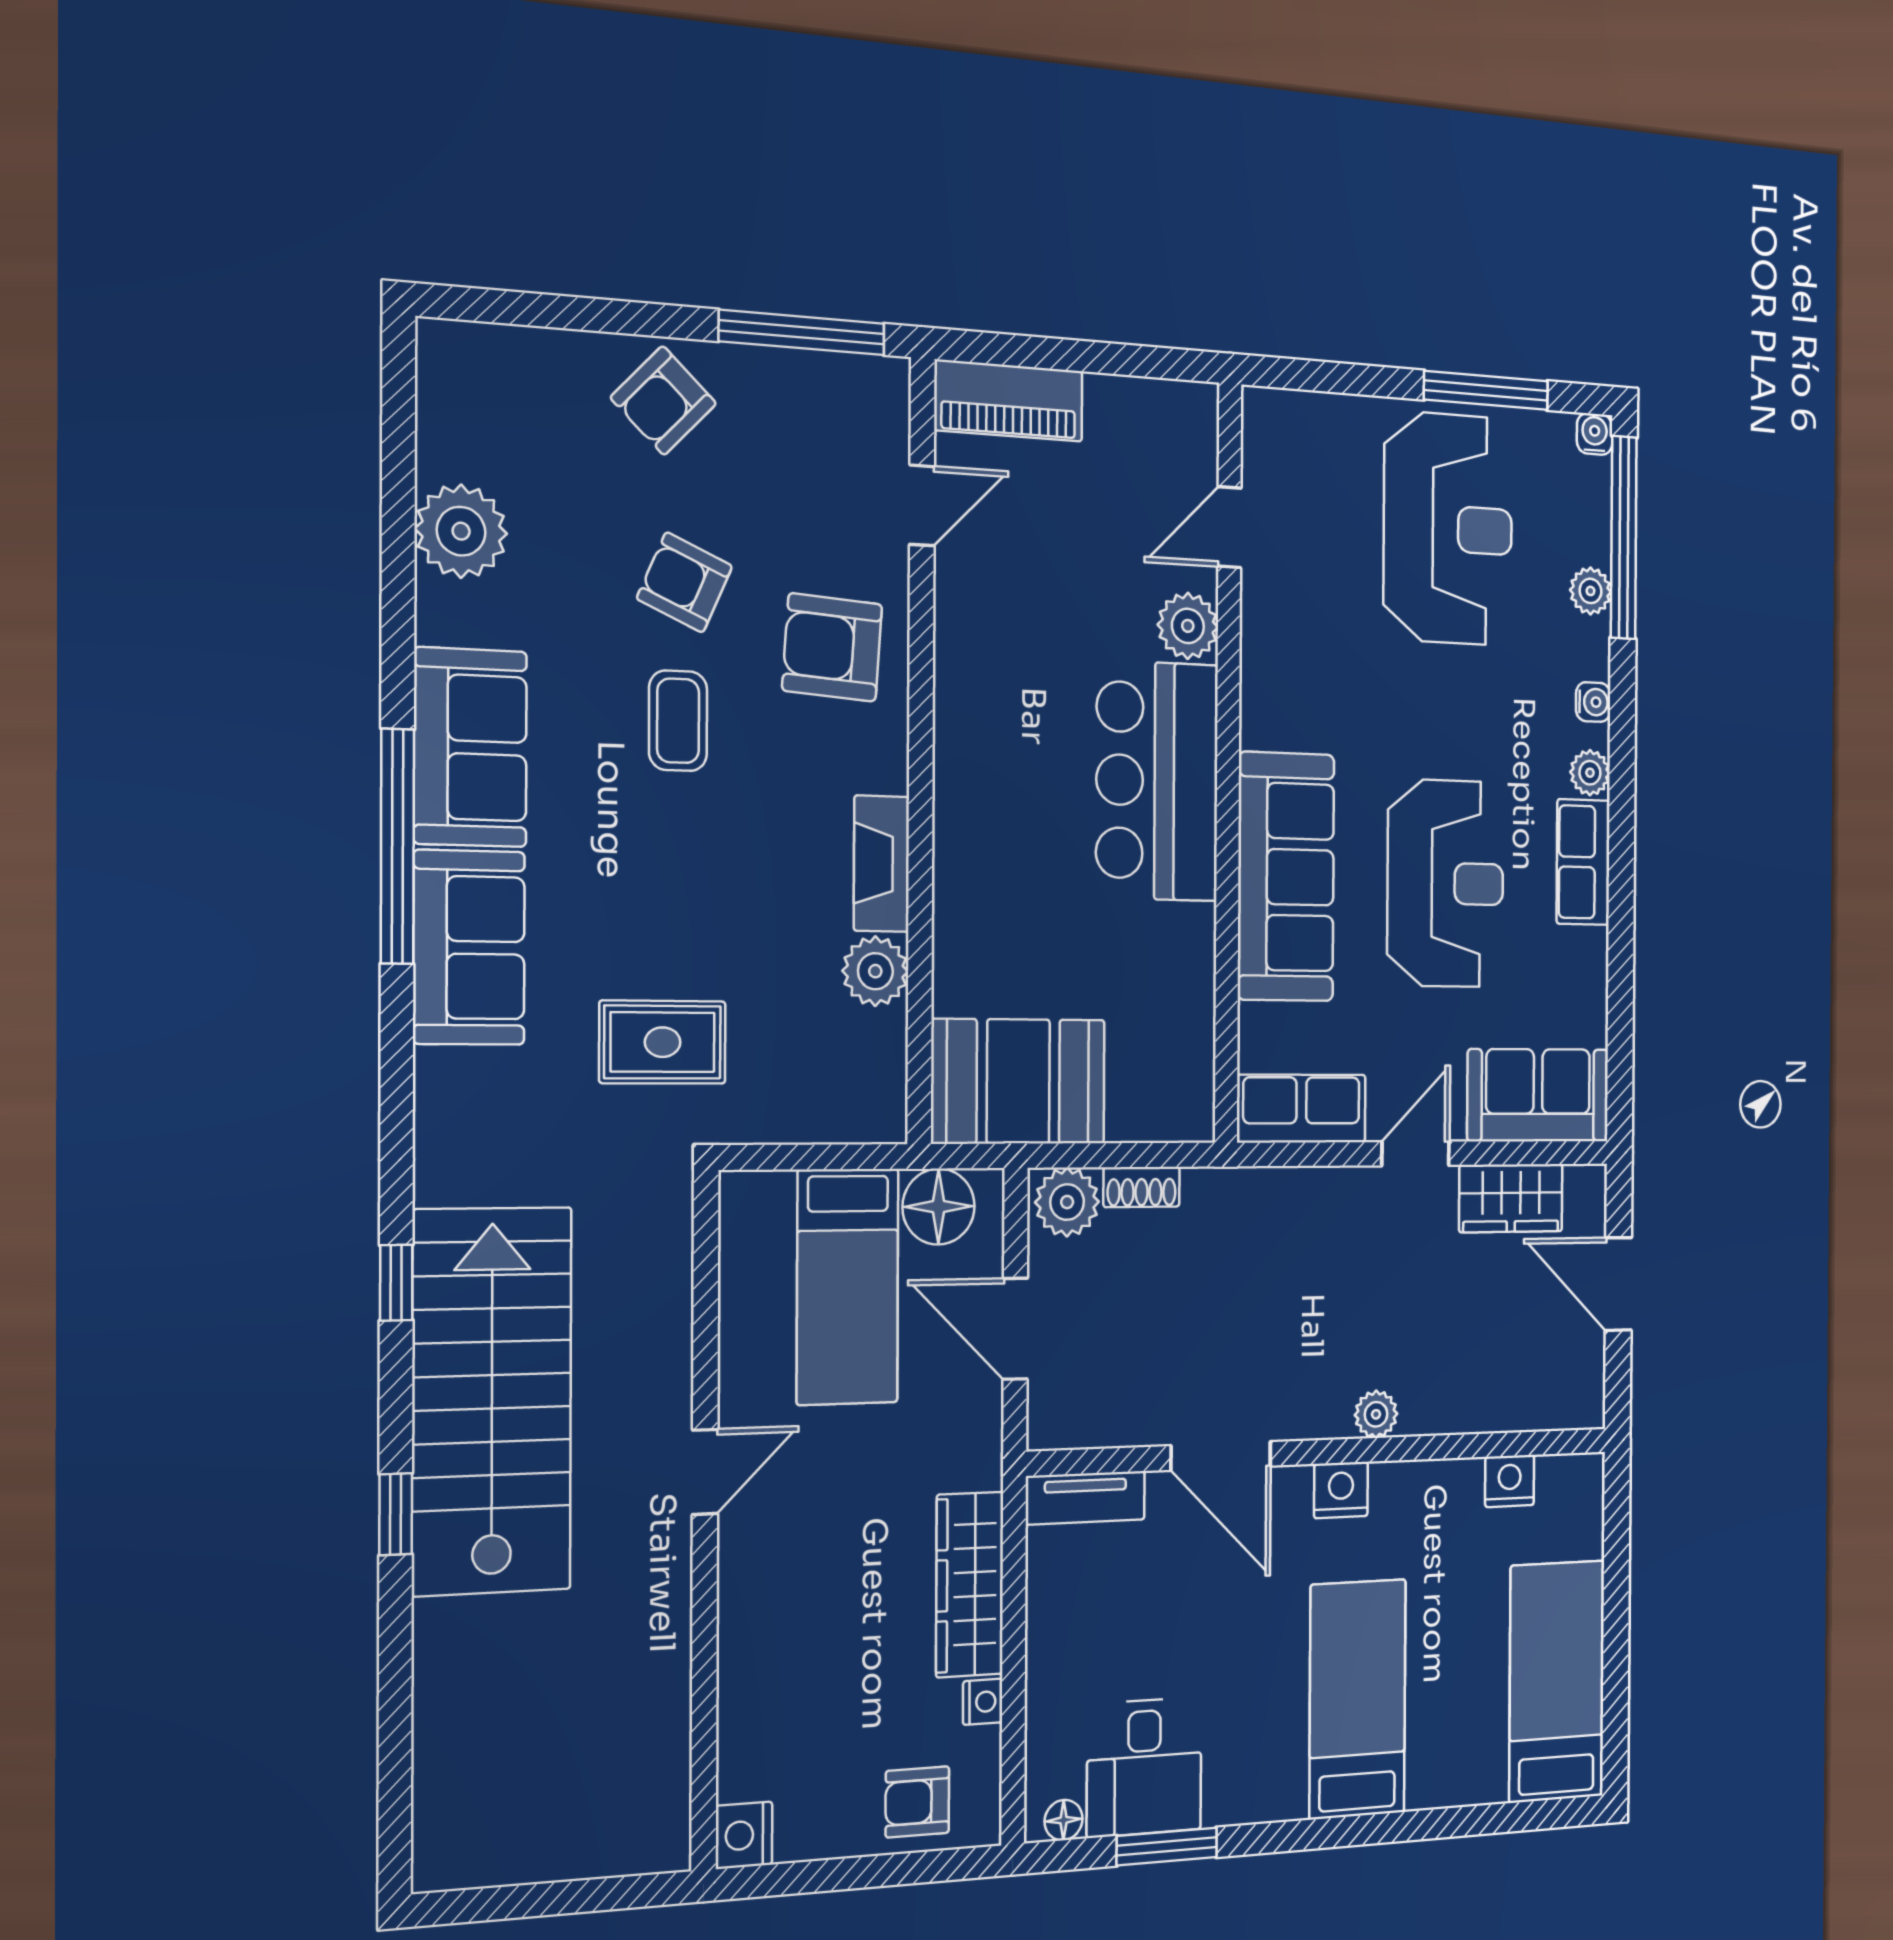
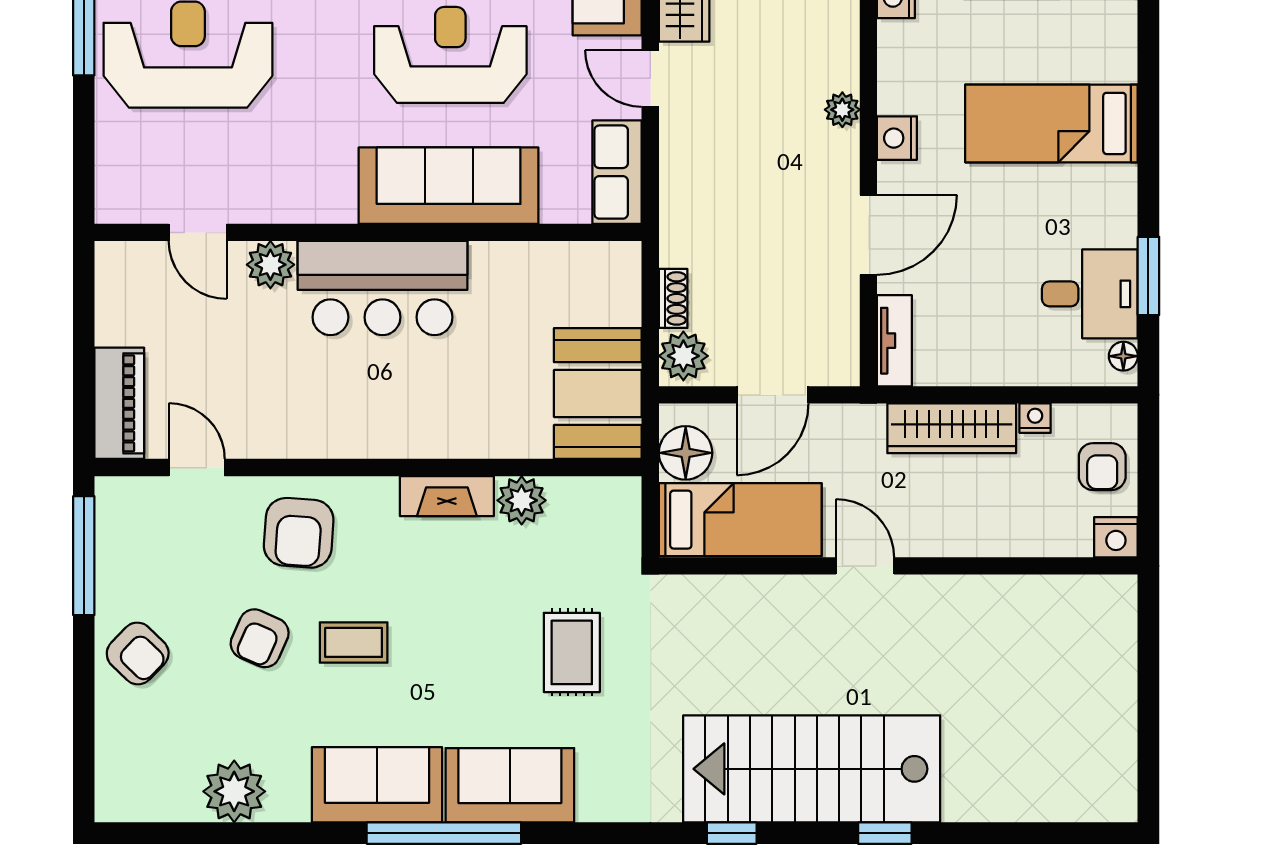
door: (705, 1472) -> (865, 566), moved
wall: (705, 1521) -> (898, 566), moved
nightstand: (744, 1835) -> (1116, 537), moved

